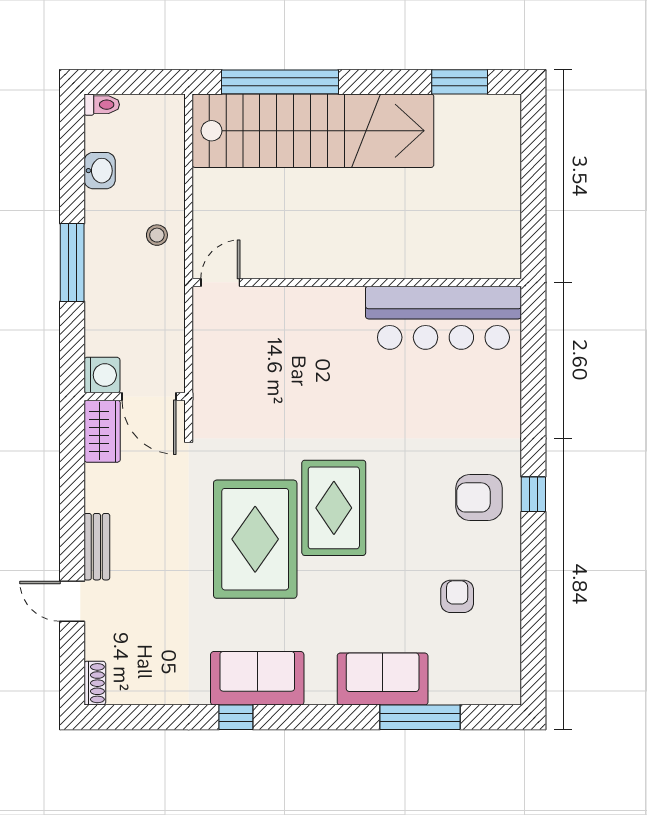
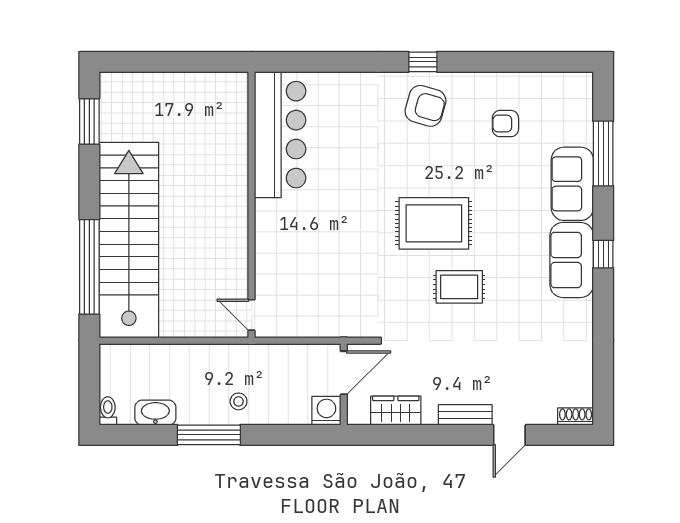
washbasin: (100, 171) -> (155, 413), width x1.38
stool: (157, 235) -> (239, 401), moved
window: (72, 263) -> (209, 435), moved
wardrobe: (102, 431) -> (396, 411), moved
armchair: (479, 497) -> (425, 106), turned -74
rug: (255, 539) -> (459, 287), width x0.54, depth x0.49
sofa: (257, 678) -> (572, 260), moved
window: (236, 717) -> (603, 254), moved

